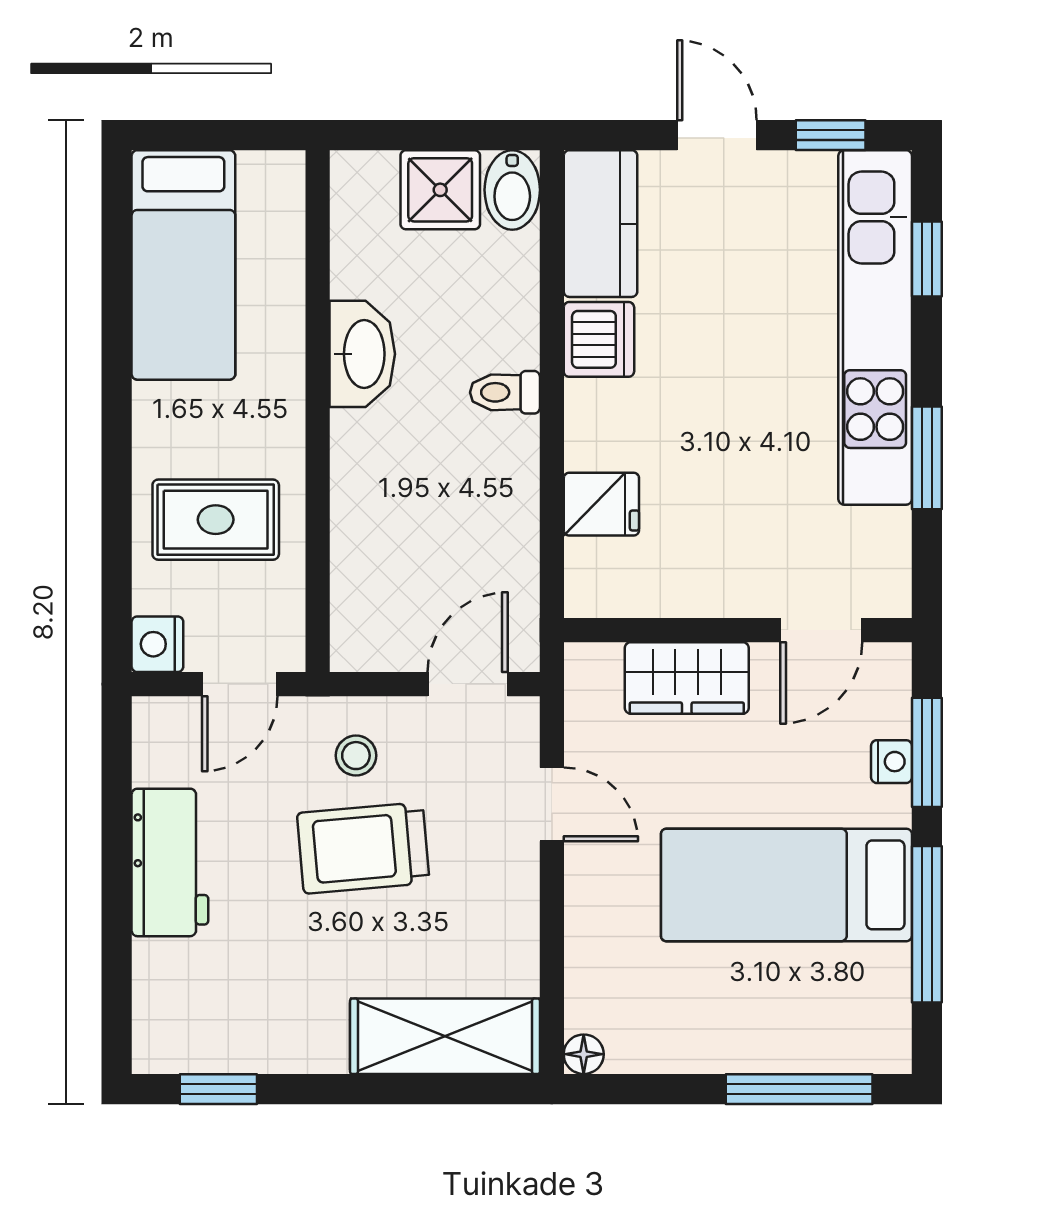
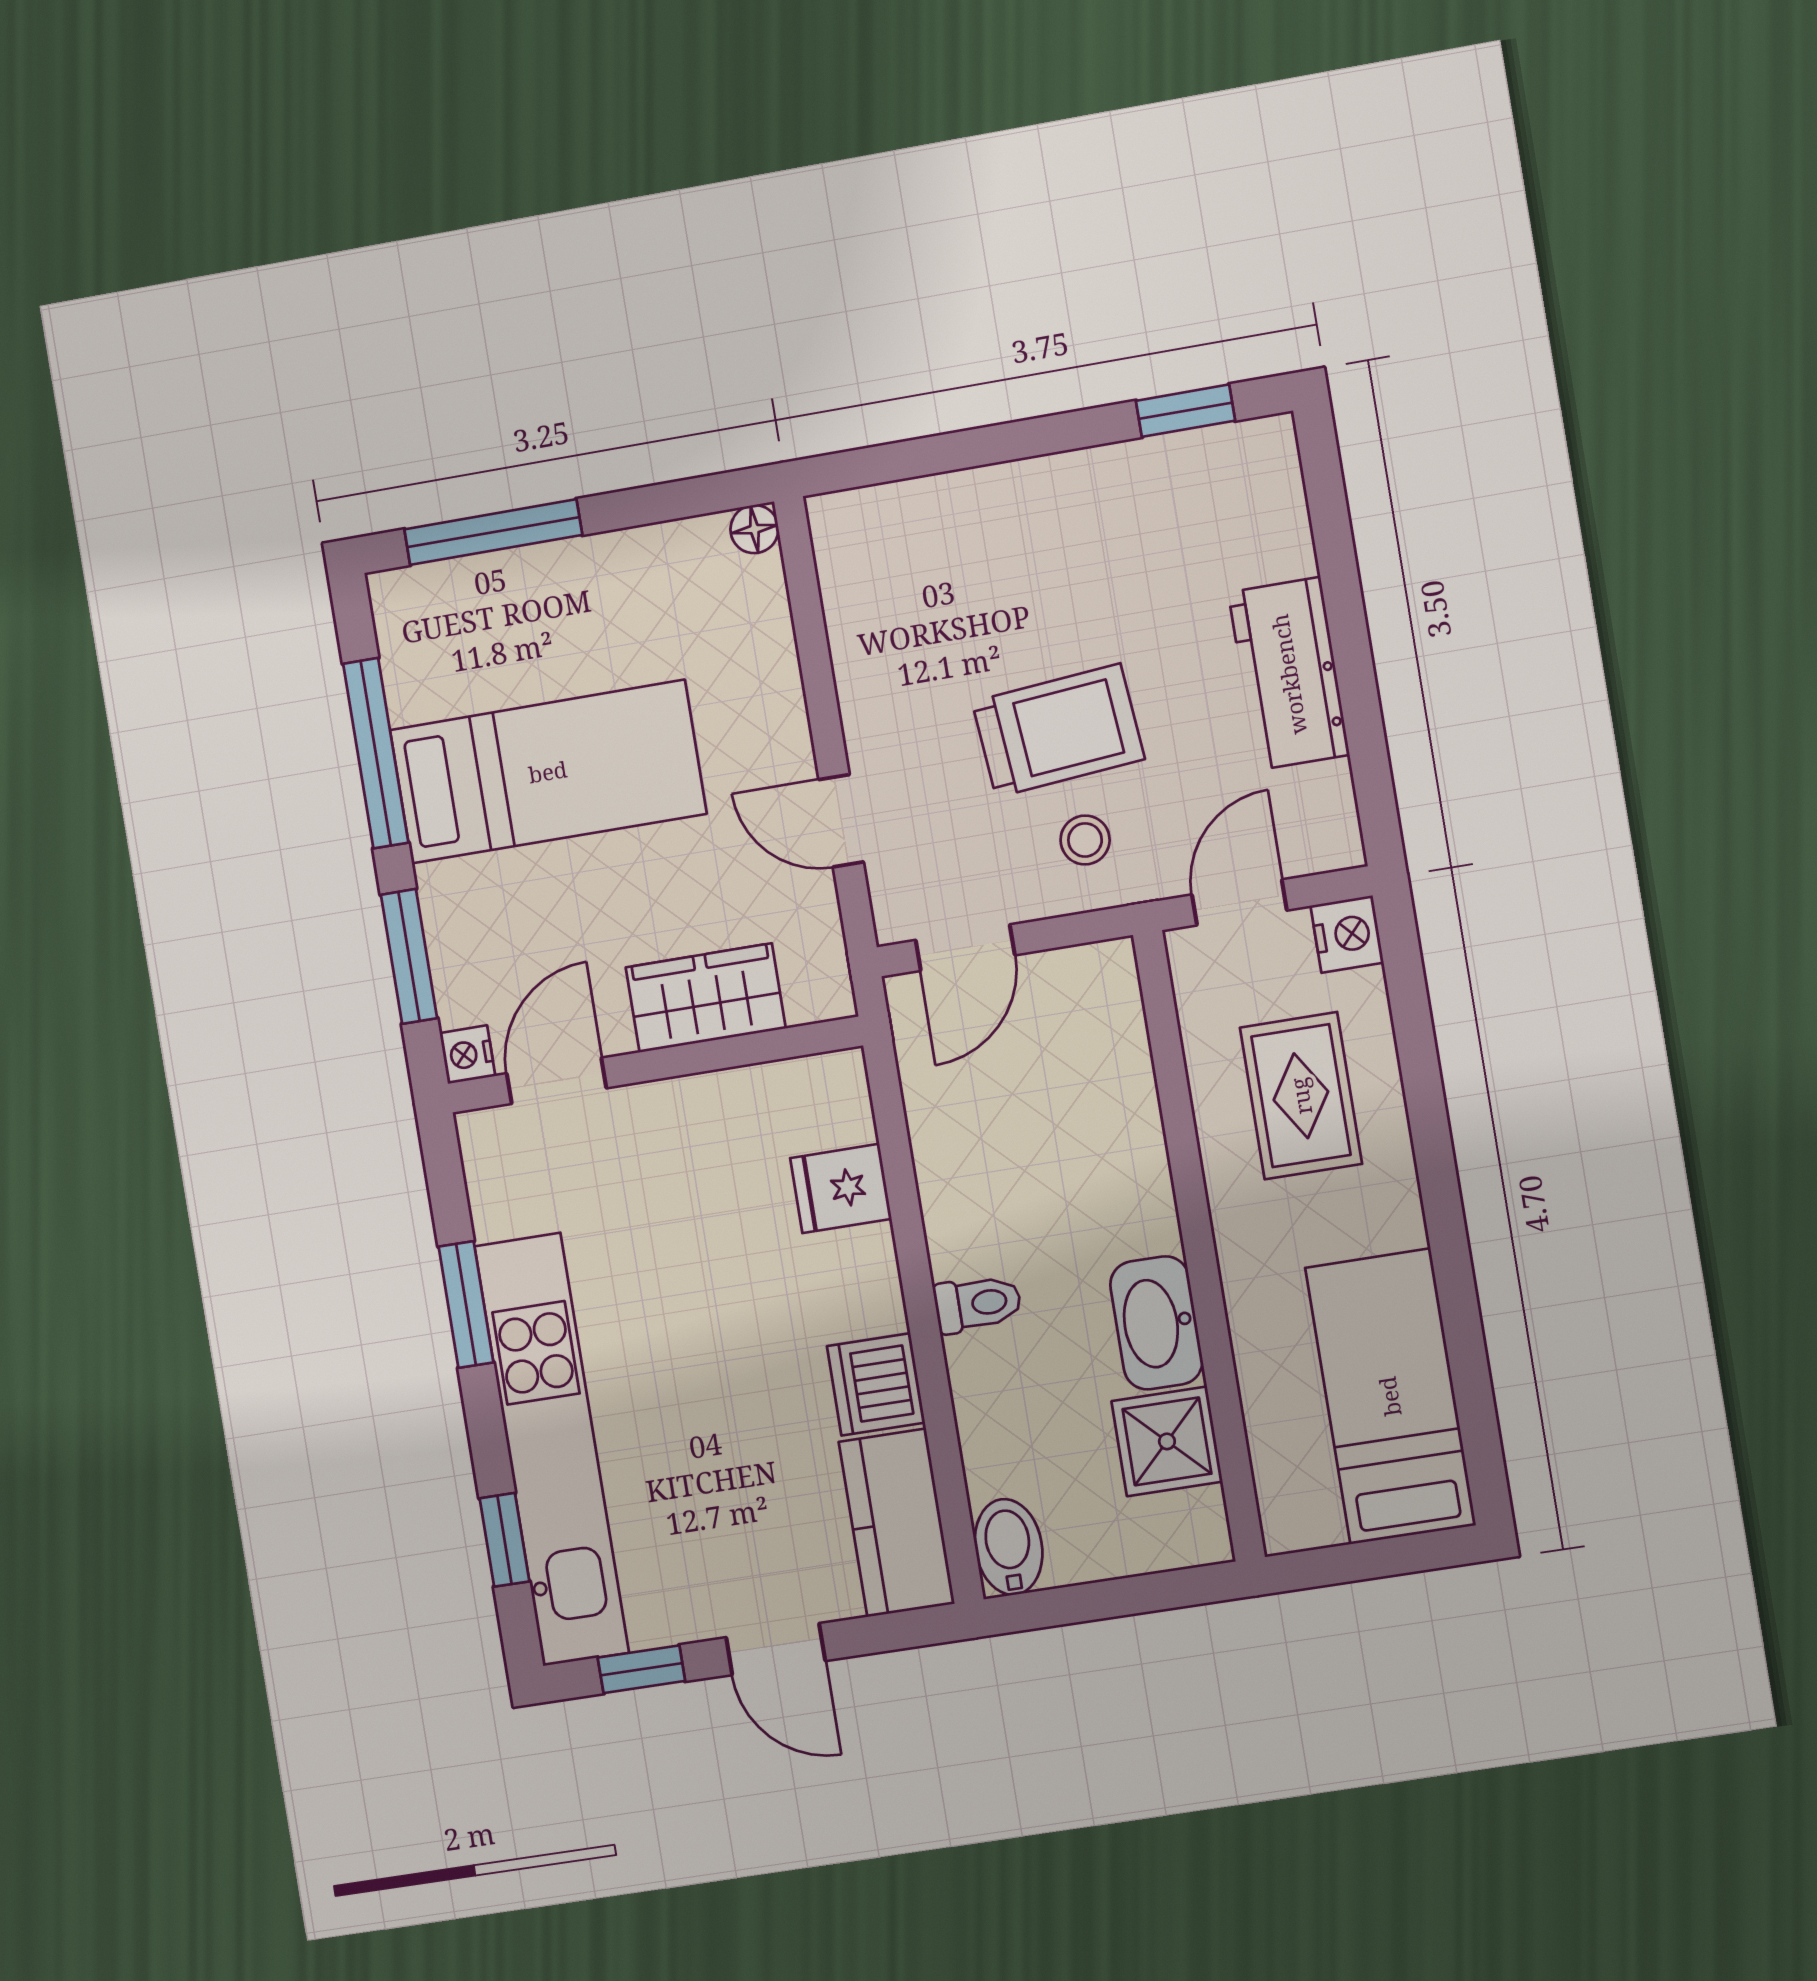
shower: (440, 190) -> (1167, 1441), moved
rug: (216, 520) -> (1301, 1096), turned 90
nightstand: (891, 762) -> (467, 1055), moved
shelving: (445, 1036) -> (923, 522), removed

